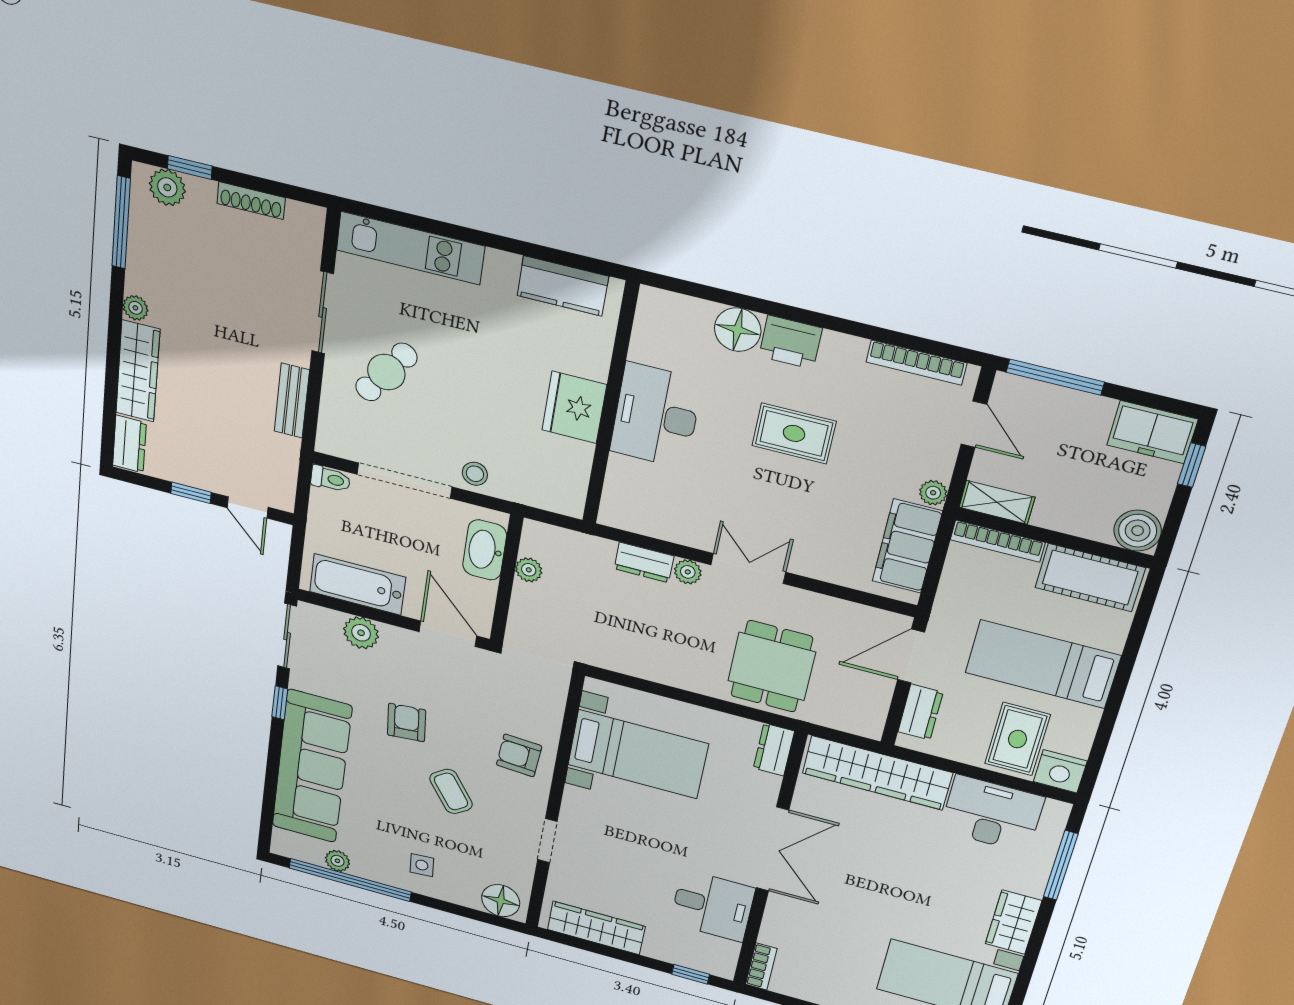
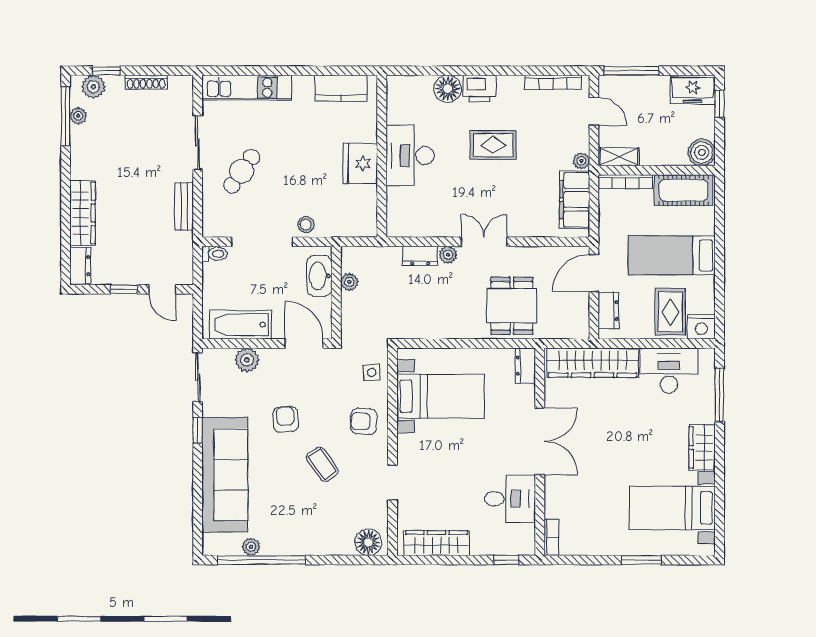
plant: (135, 308) -> (78, 116), moved
side table: (422, 865) -> (372, 372), moved

